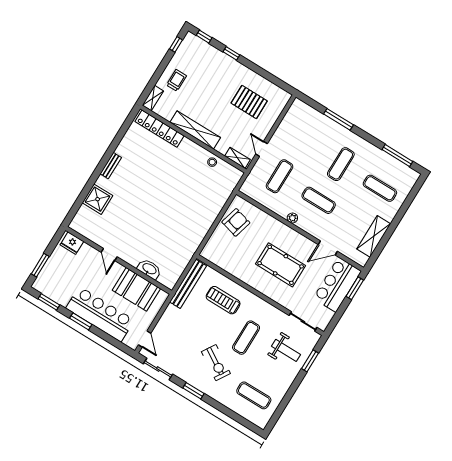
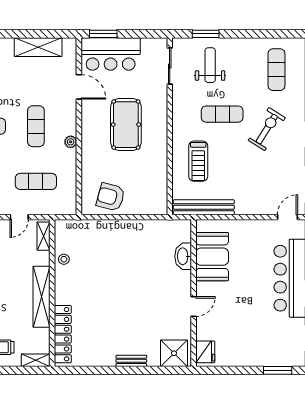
fridge: (72, 243) -> (205, 352), moved
door: (109, 255) -> (194, 307), moved
wall: (119, 260) -> (194, 293), moved
washbasin: (149, 269) -> (183, 256), moved
booth: (136, 289) -> (212, 257), moved

